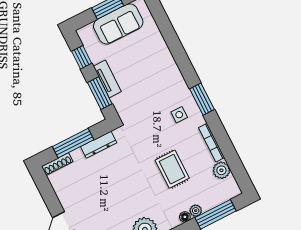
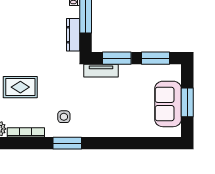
window: (82, 57) -> (155, 58), width x1.50
tv unit: (107, 79) -> (101, 71), moved

